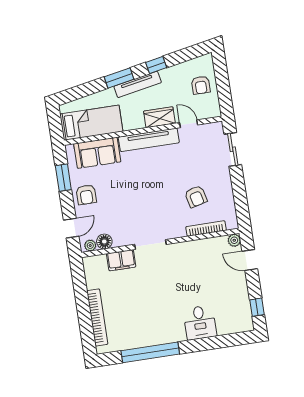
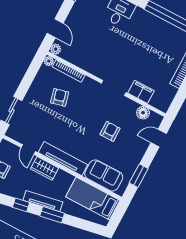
armchair: (86, 195) -> (110, 131), moved
plant: (90, 246) -> (49, 61), moved

